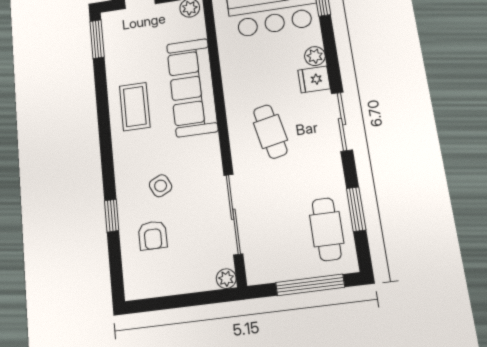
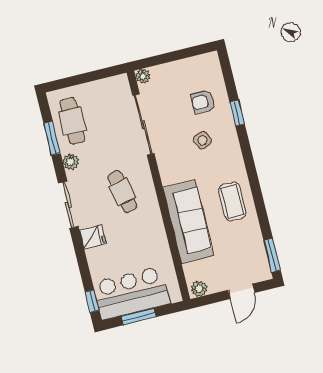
plant: (315, 56) -> (71, 162), moved
armchair: (153, 235) -> (203, 102), turned -90
window: (310, 285) -> (81, 79), removed

